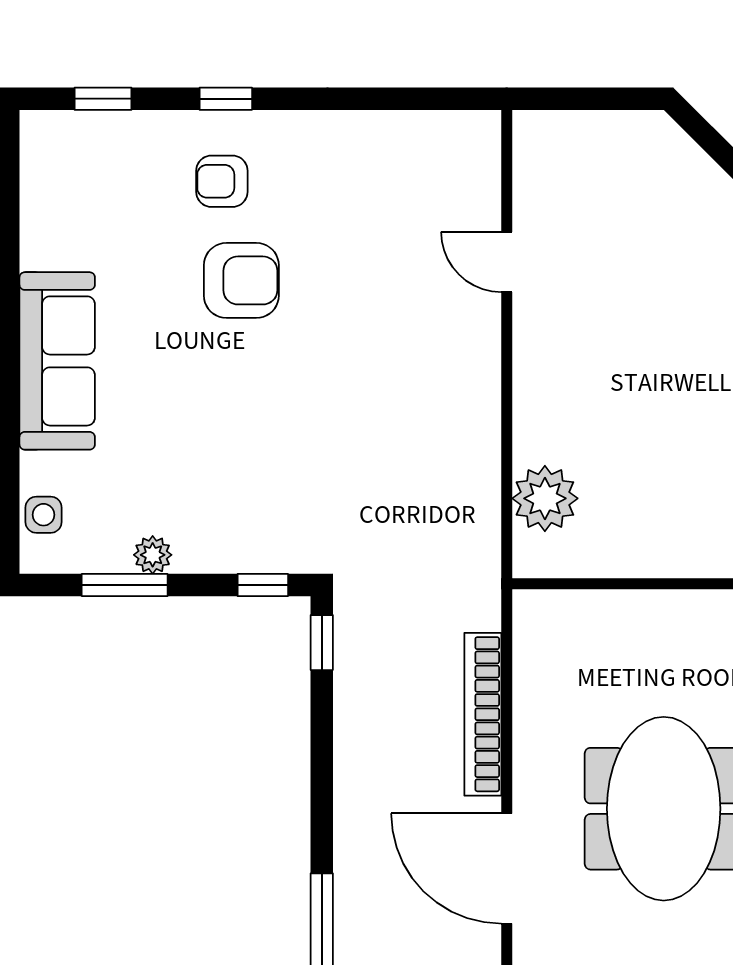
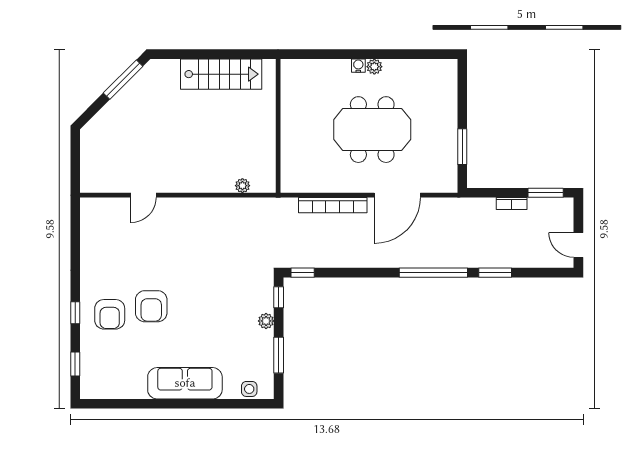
armchair: (222, 181) -> (110, 314), width x1.38, depth x1.38
armchair: (241, 280) -> (151, 306), turned 180
plant: (545, 498) -> (242, 186), width x0.53, depth x0.53
plant: (153, 555) -> (266, 321), moved

